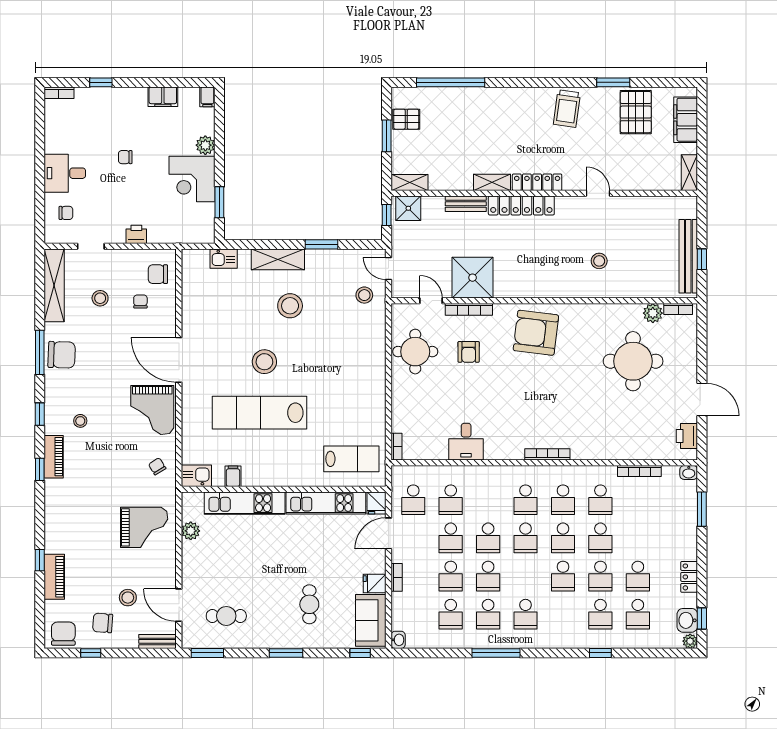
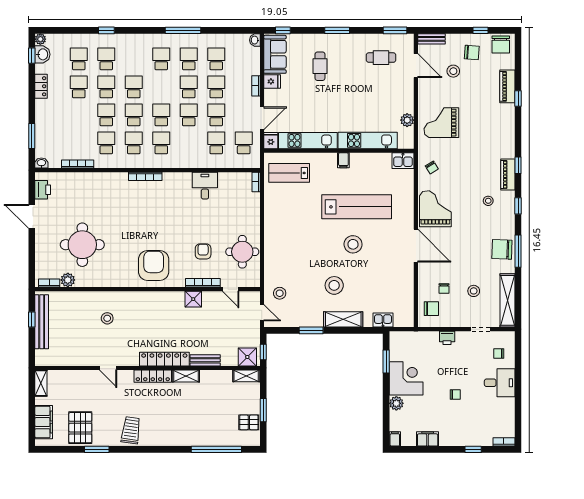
shower: (473, 278) -> (193, 299), width x0.54, depth x0.54
armchair: (536, 333) -> (154, 266), turned -97
filing cabinet: (233, 476) -> (343, 160), moved

